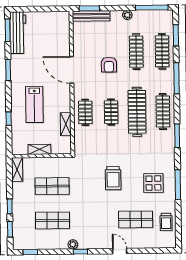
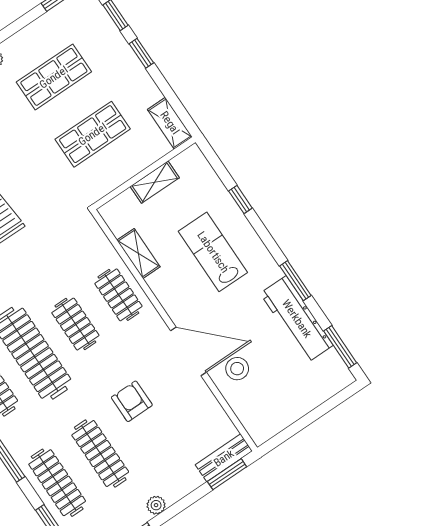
bench: (91, 16) -> (224, 458), width x0.73
workbench: (18, 33) -> (297, 319), moved
stool: (56, 49) -> (237, 369), added

